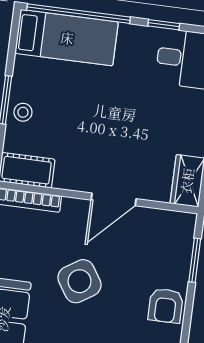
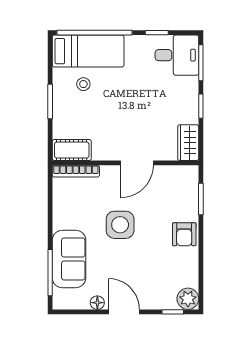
stool: (23, 112) -> (83, 84), moved
side table: (80, 281) -> (120, 225), turned 33

